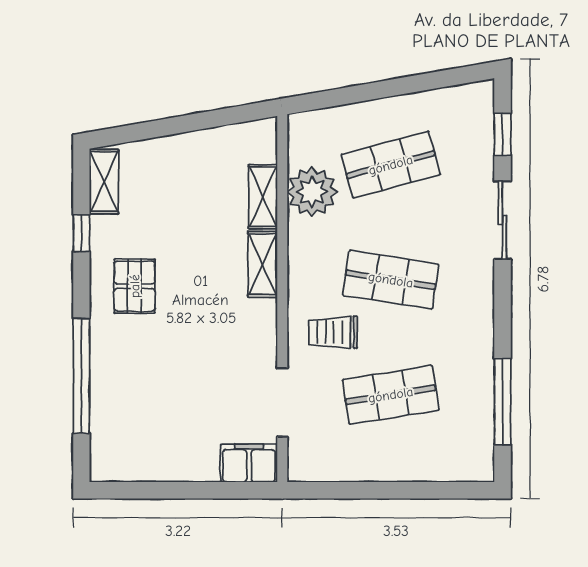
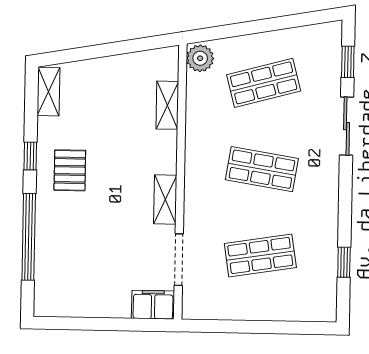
plant: (312, 192) -> (200, 58), moved, width x0.73, depth x0.73
window: (81, 233) -> (30, 156), moved
shelving: (263, 264) -> (165, 199), moved
trolley: (333, 332) -> (218, 208), removed
window: (502, 402) -> (344, 262), width x0.46

